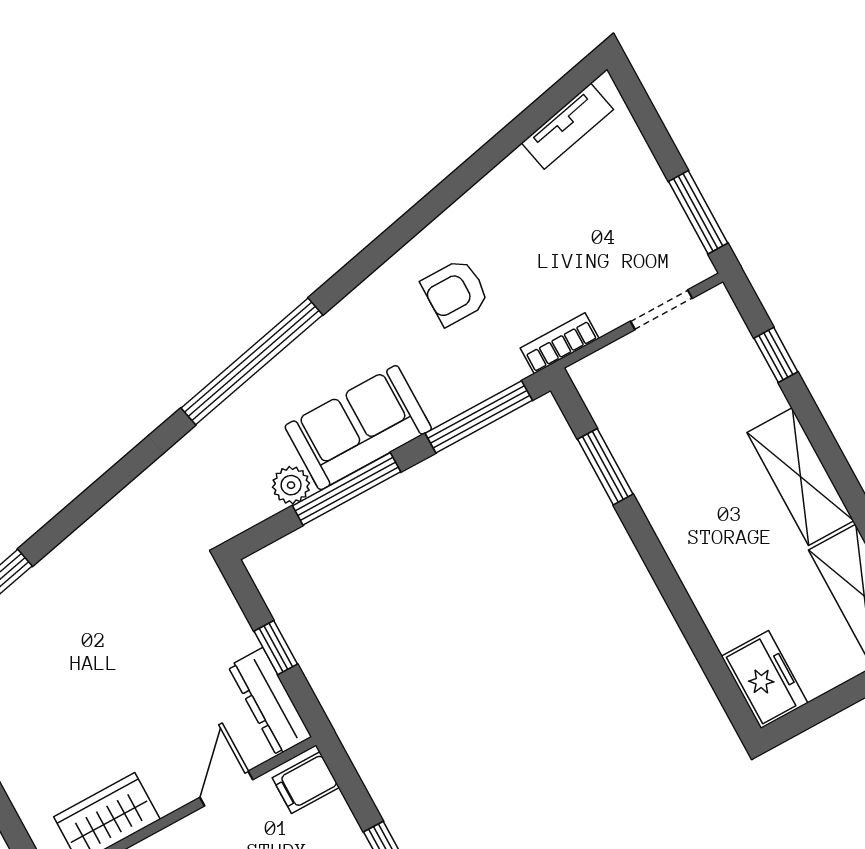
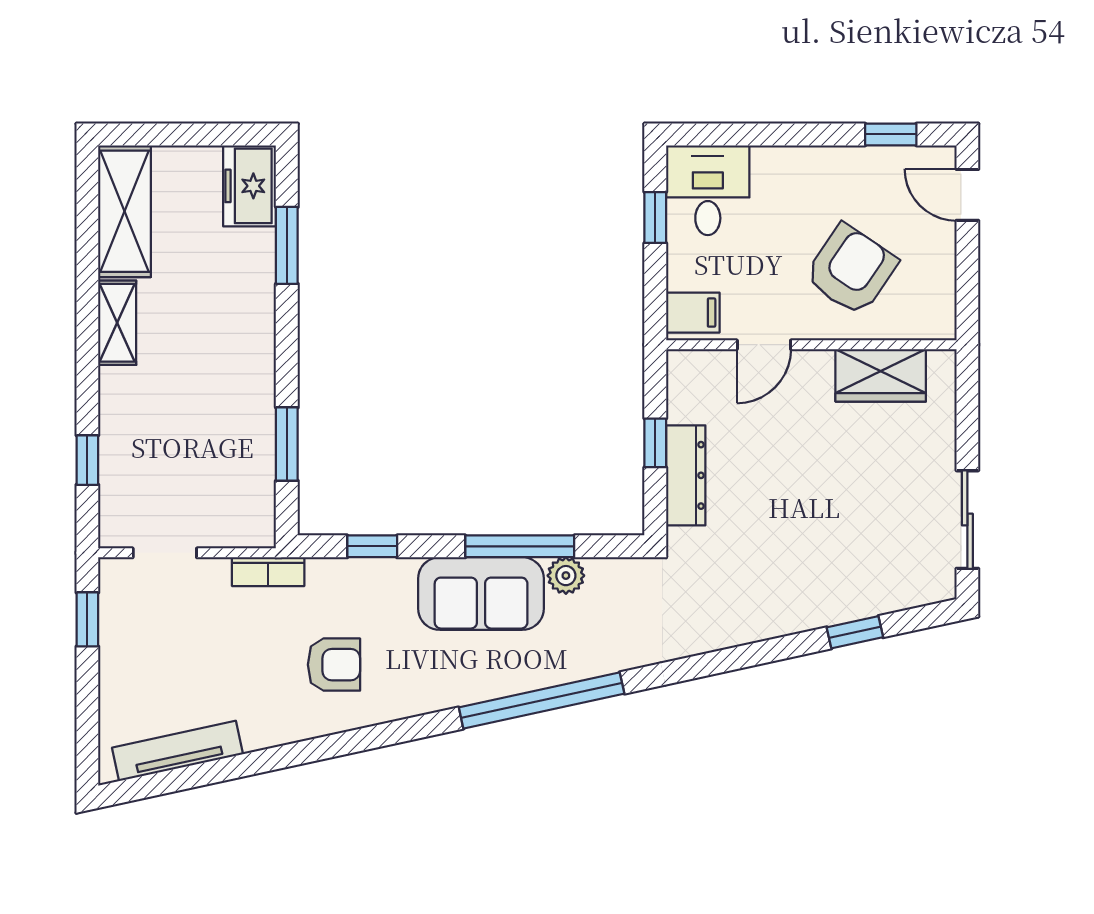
tv unit: (567, 126) -> (178, 751), width x1.41
window: (698, 212) -> (87, 619), width x0.67
window: (479, 417) -> (372, 546), width x0.46
shelving: (800, 477) -> (117, 323), width x0.67, depth x0.75
window: (702, 645) -> (287, 245), added
dresser: (270, 702) -> (686, 475), moved

